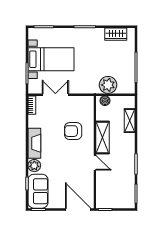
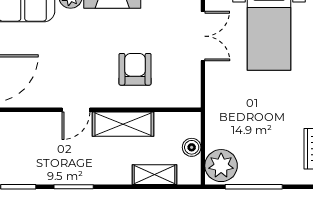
plant: (108, 85) -> (221, 166), moved
boiler: (105, 101) -> (192, 147), moved

